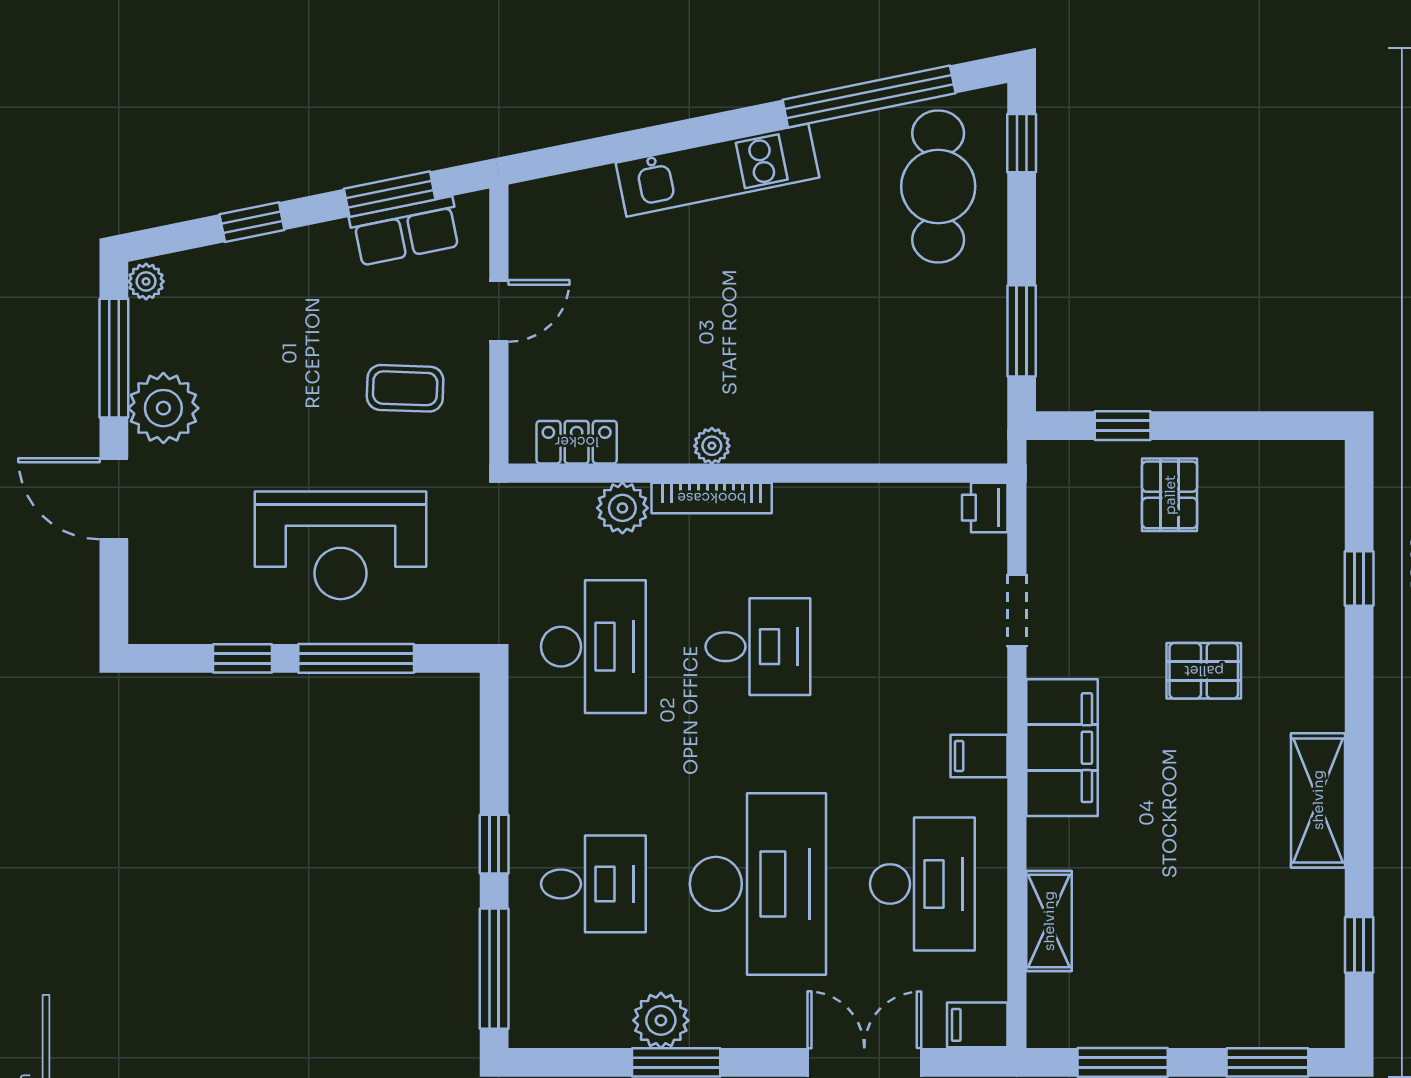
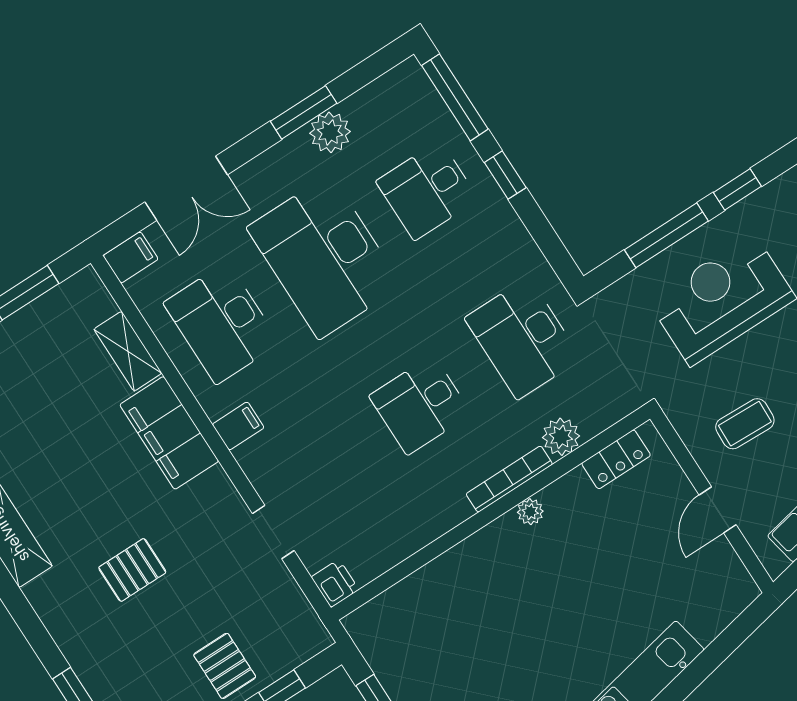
filing cabinet: (1062, 748) -> (169, 433), moved

